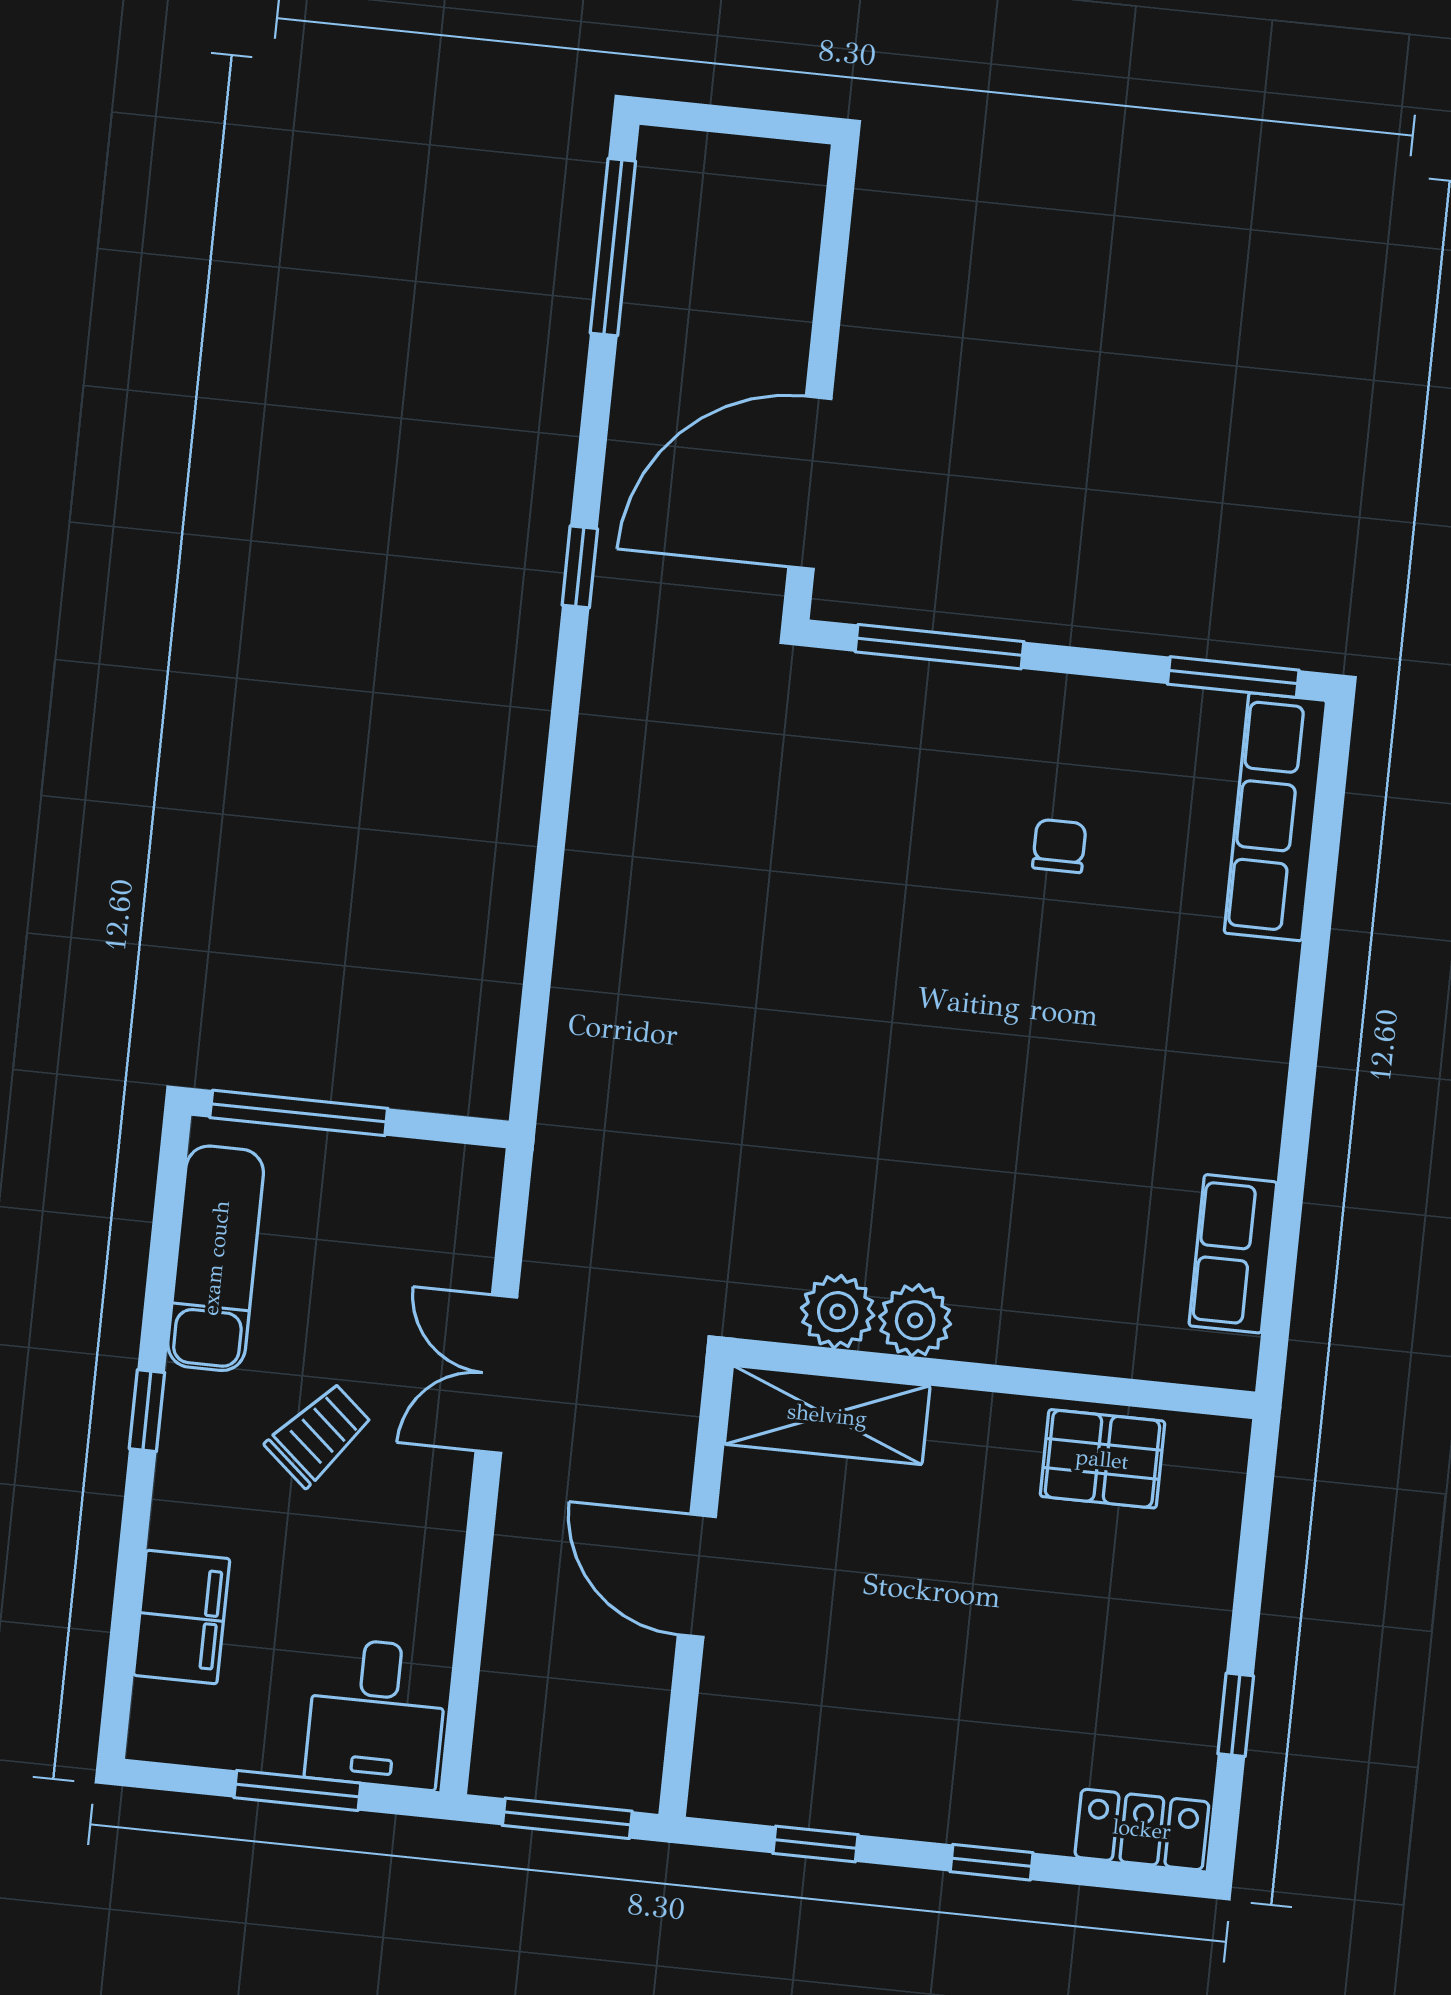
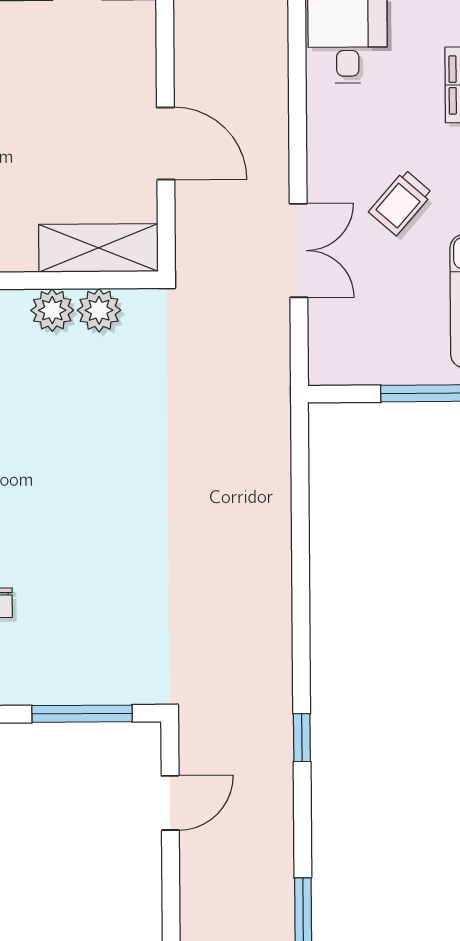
door: (810, 483) -> (170, 803), width x0.53

